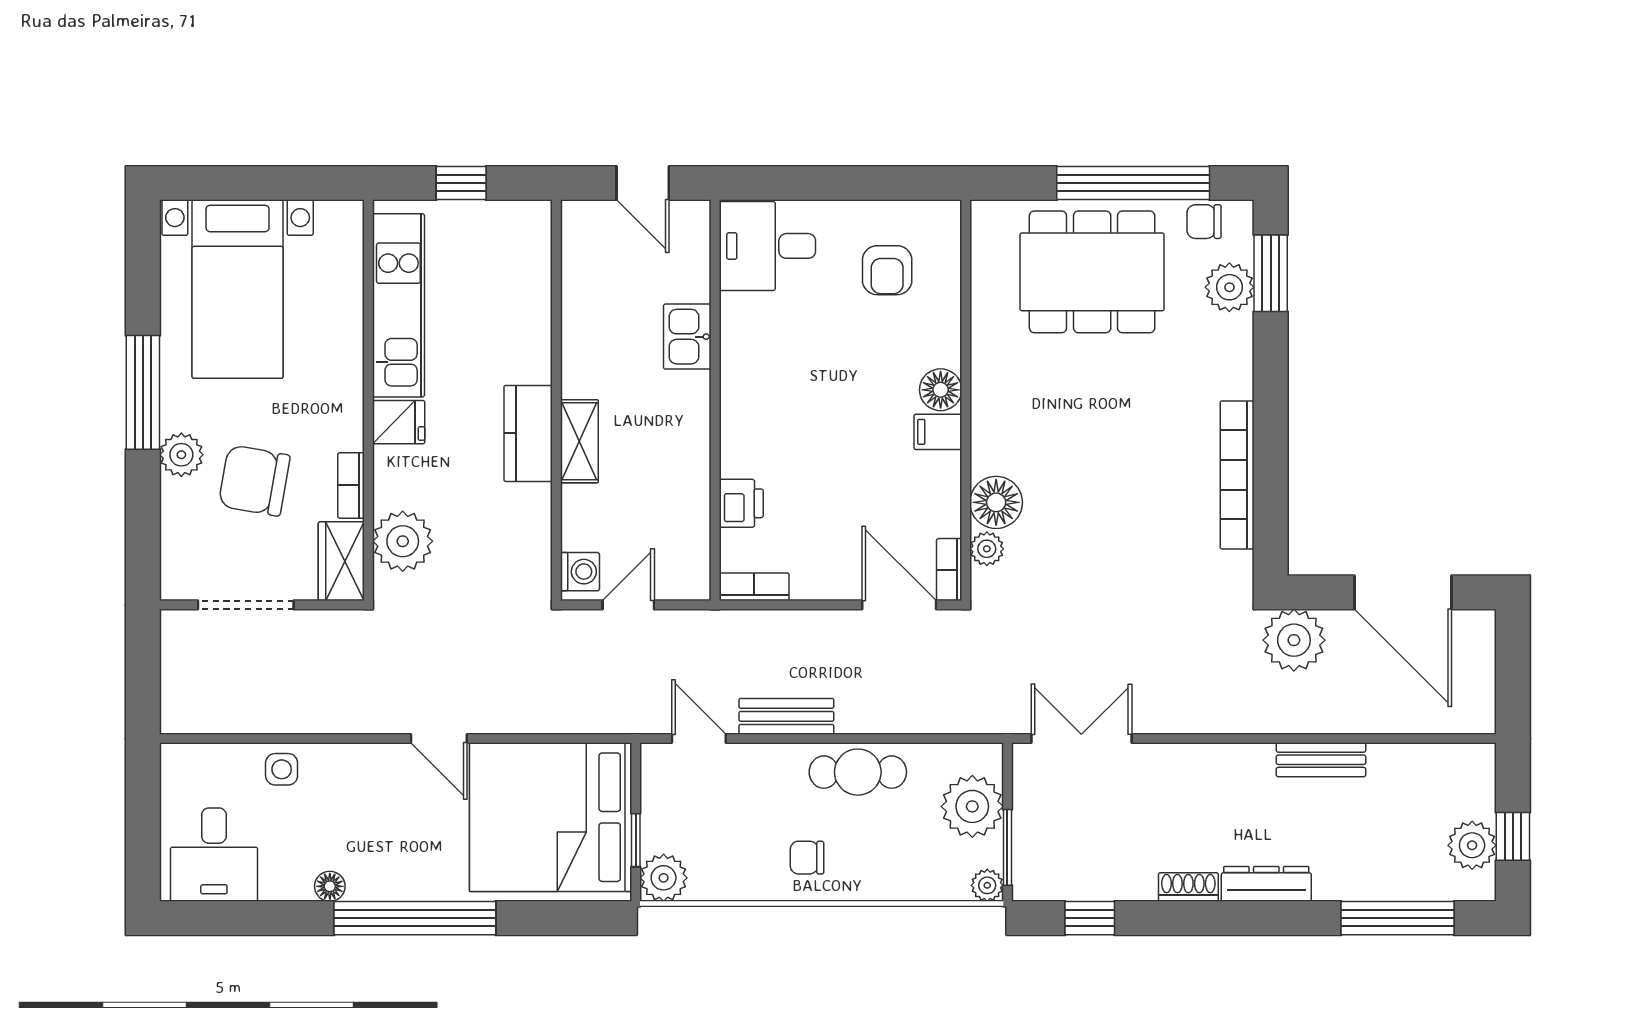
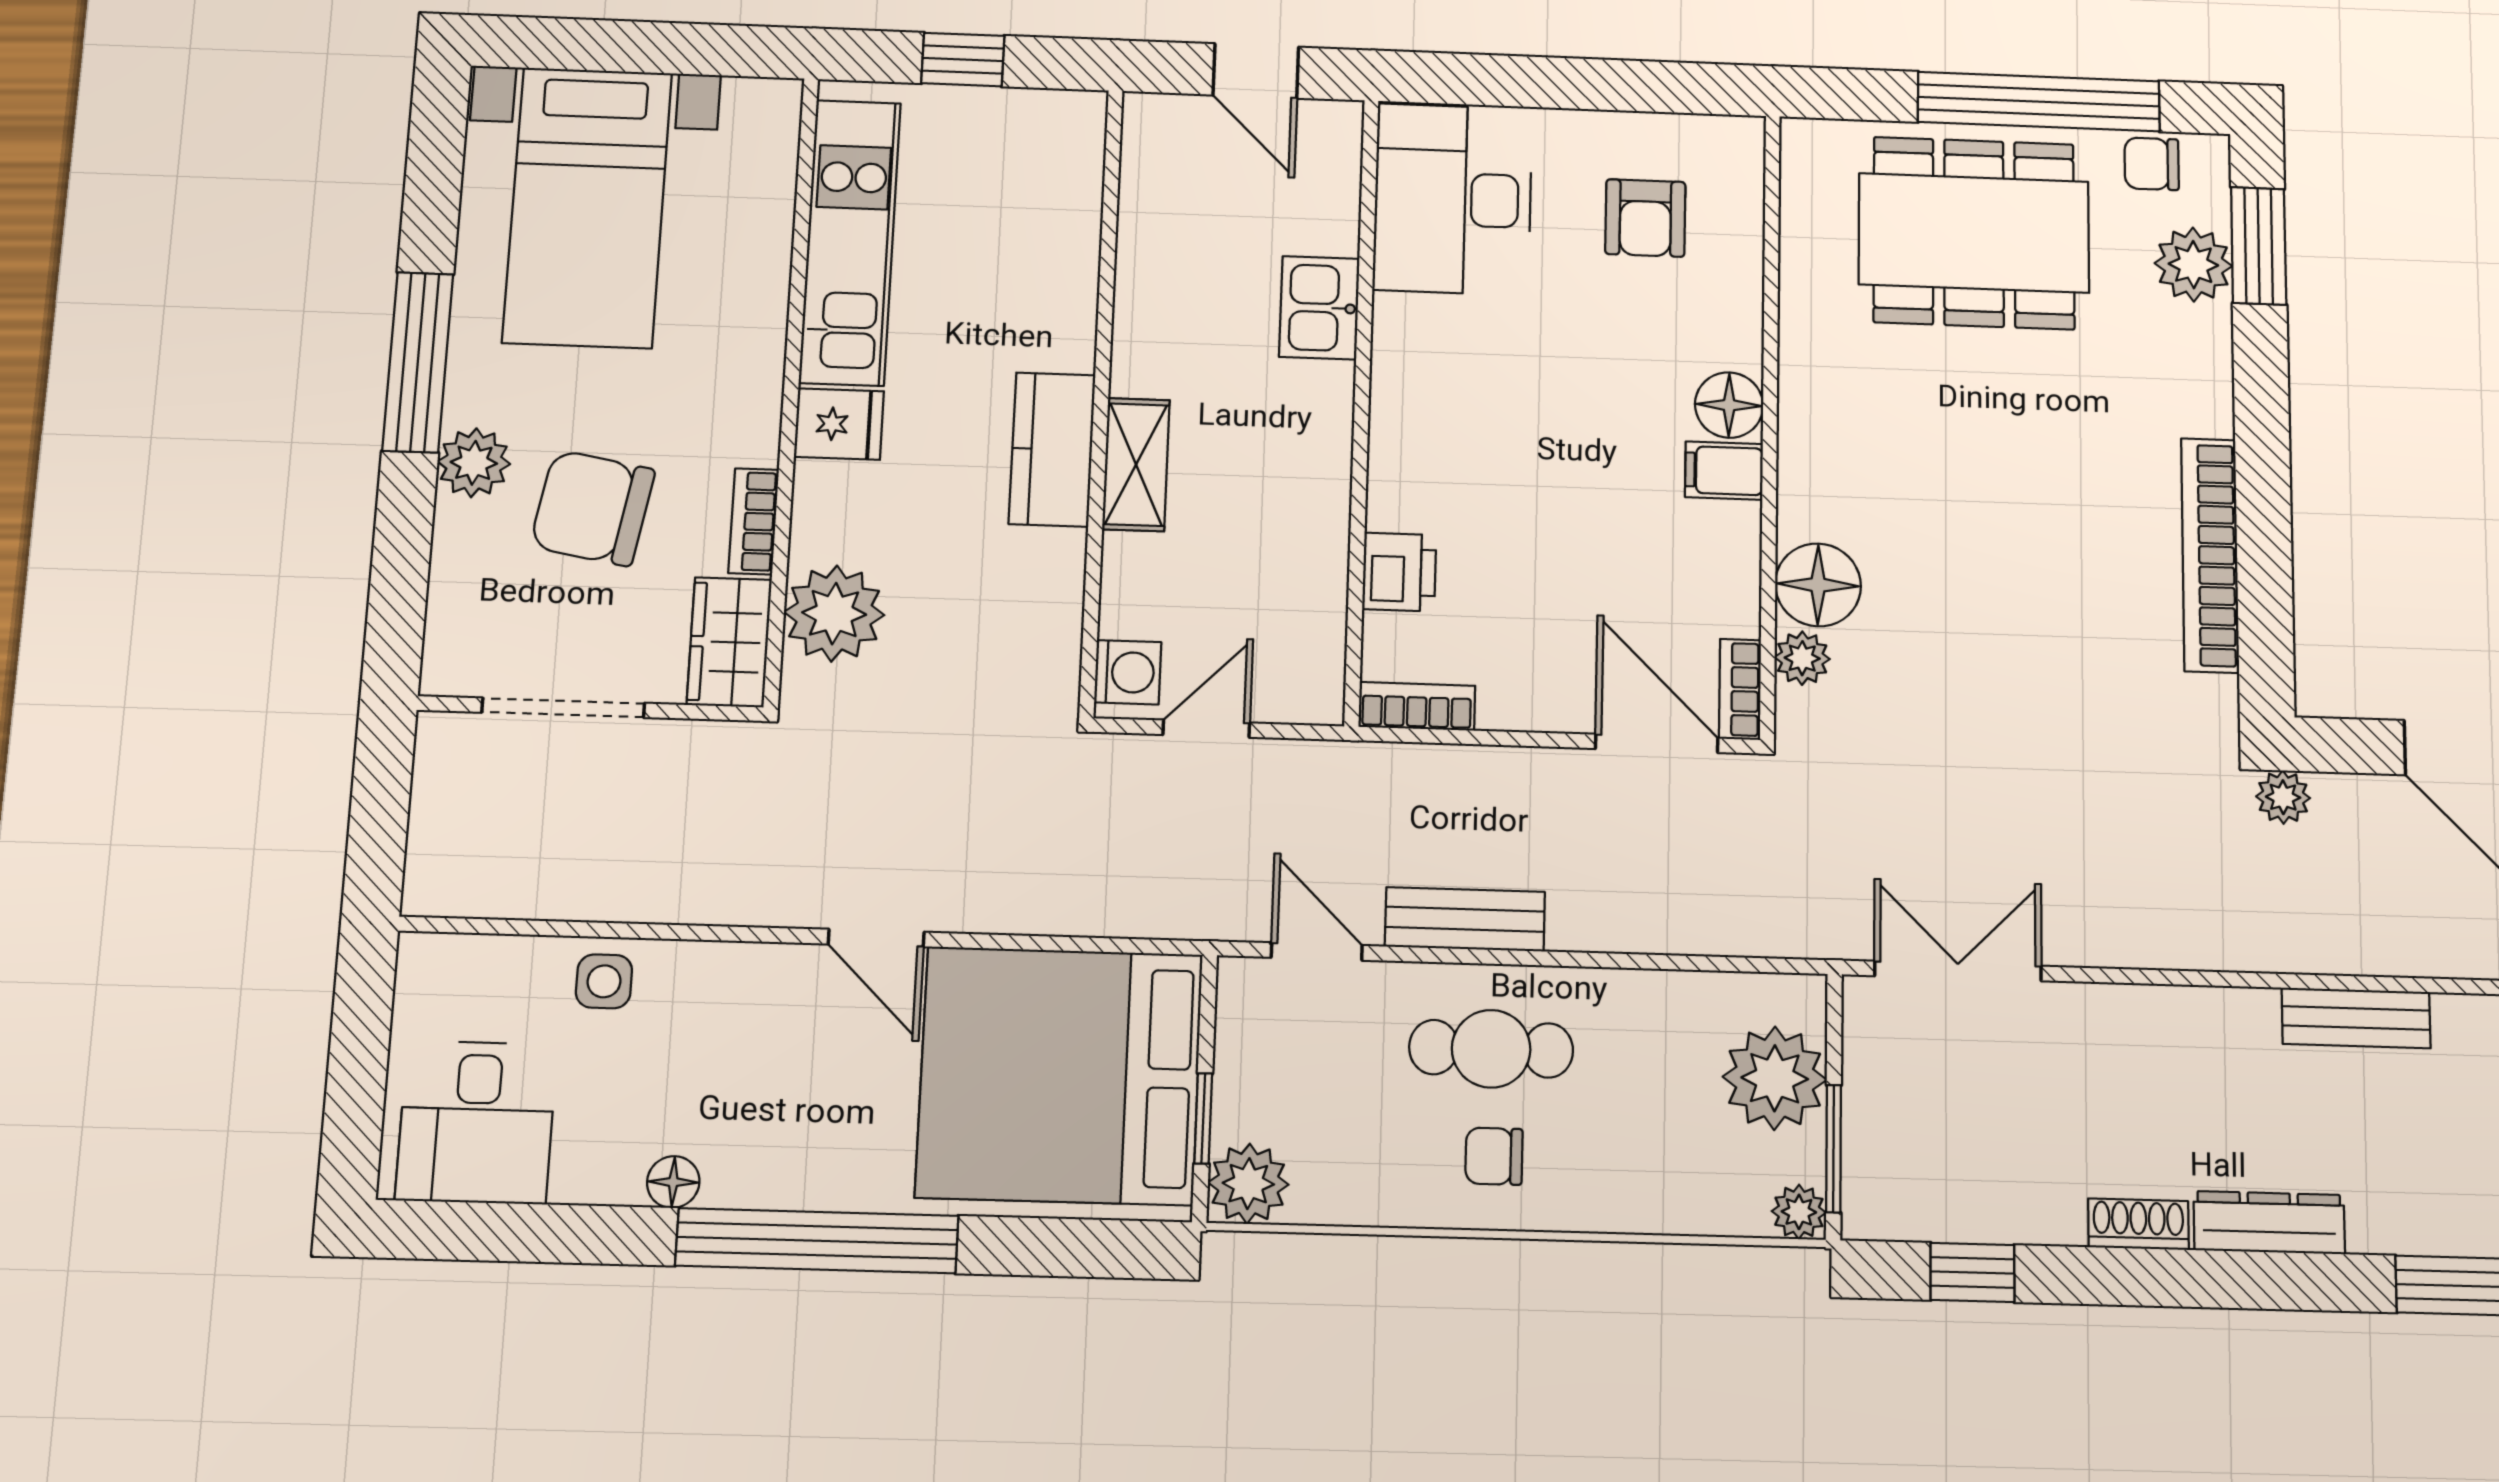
desk: (767, 246) -> (1453, 199), width x1.37
plant: (1294, 640) -> (2283, 797), width x0.53, depth x0.53
cafe table: (858, 772) -> (1491, 1049), moved

